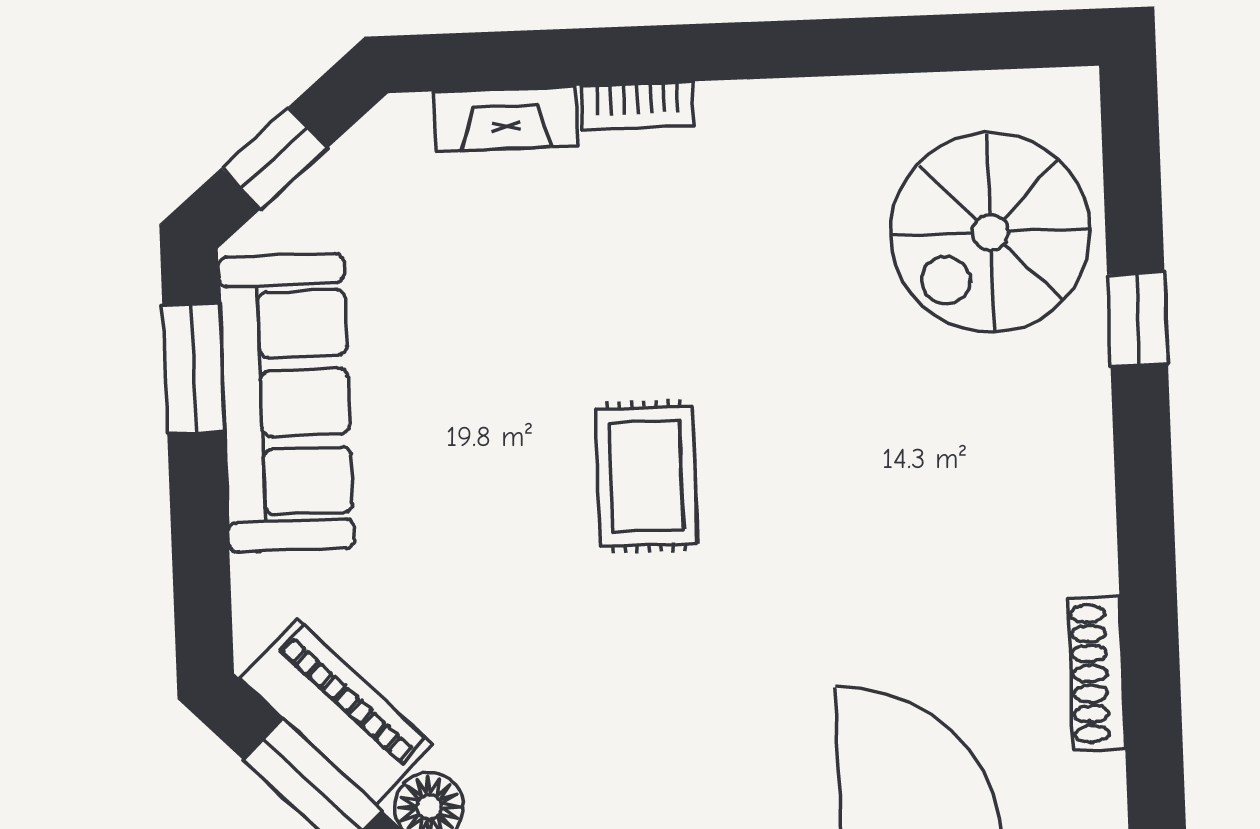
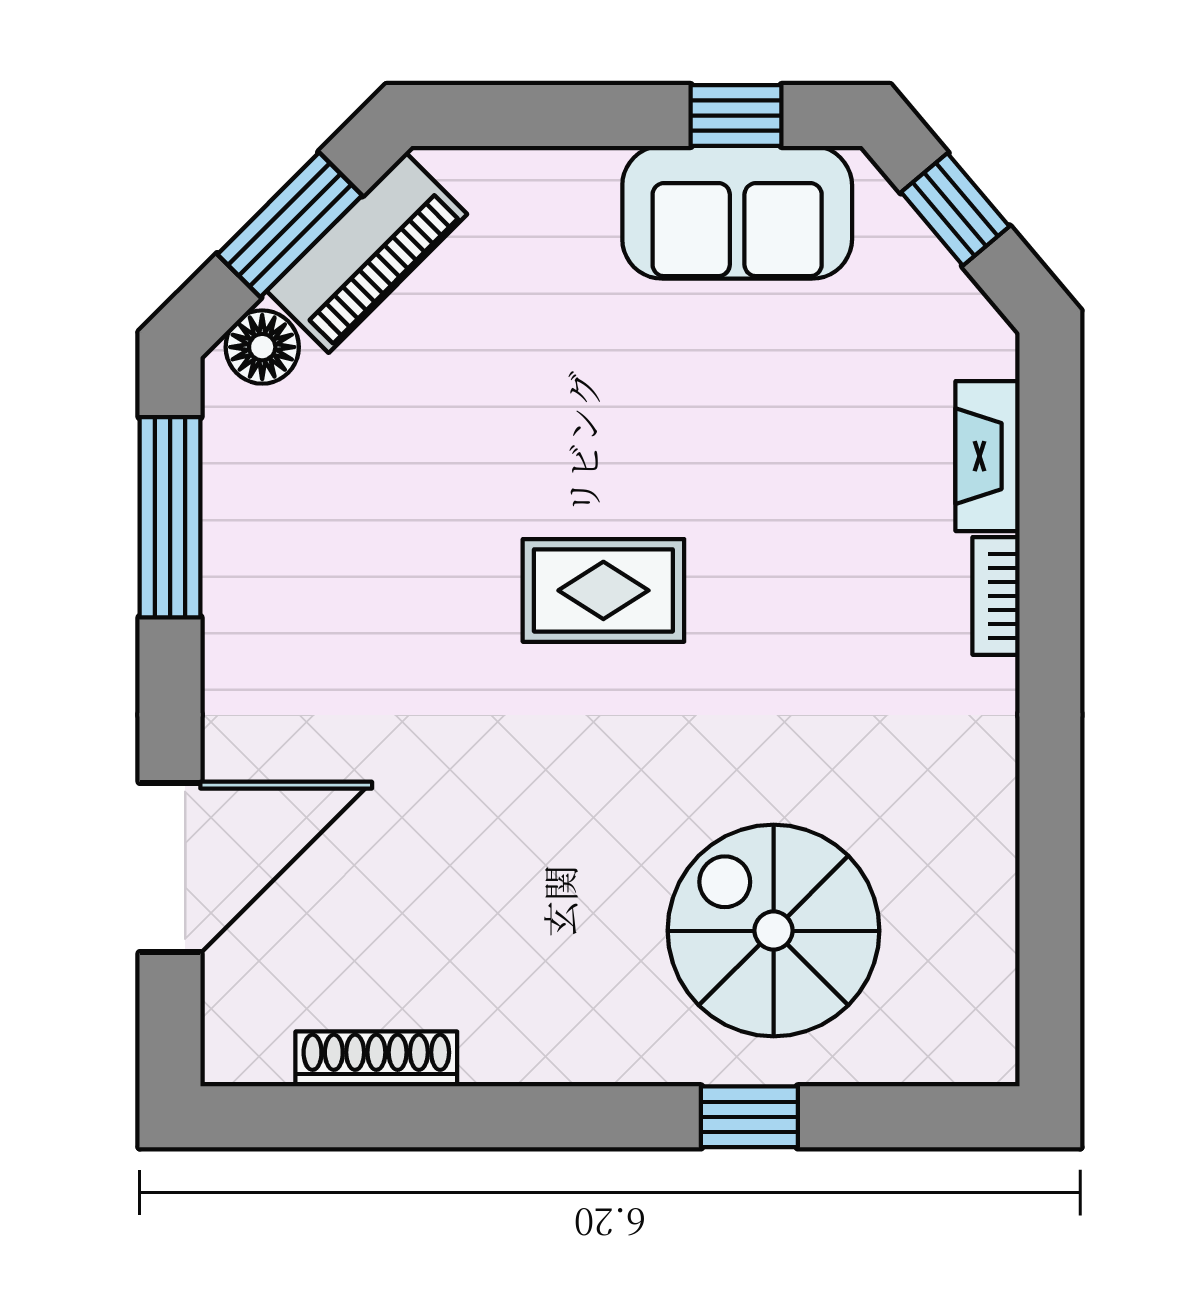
spiral stairs: (990, 232) -> (774, 931), moved
window: (194, 368) -> (736, 116), width x0.67
sofa: (286, 403) -> (737, 212), width x0.73

